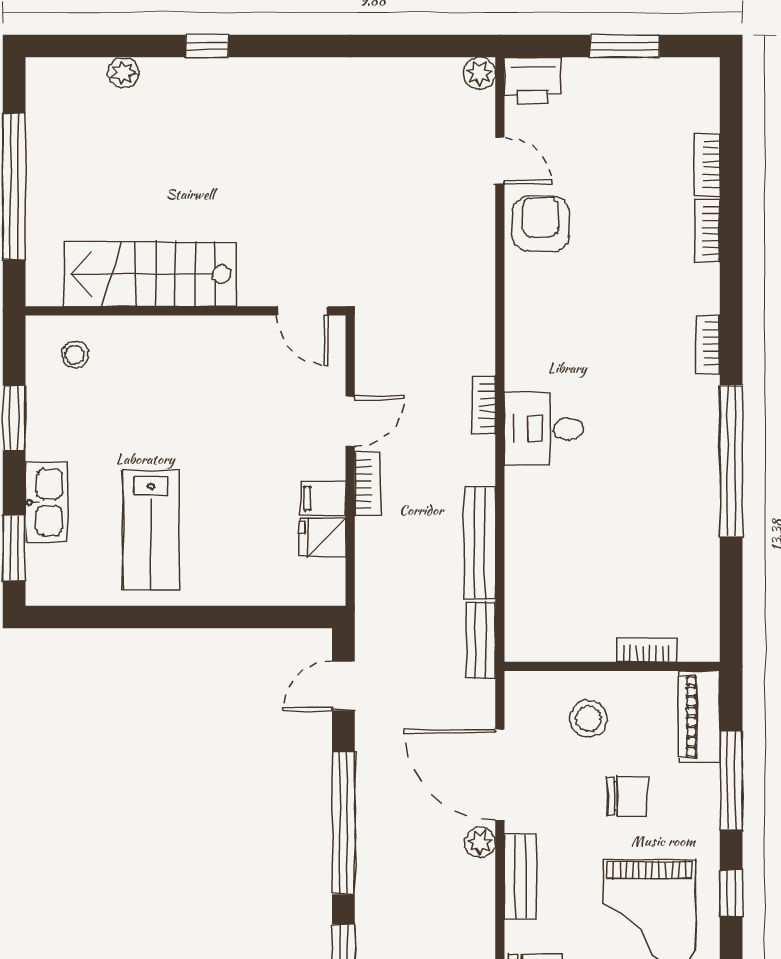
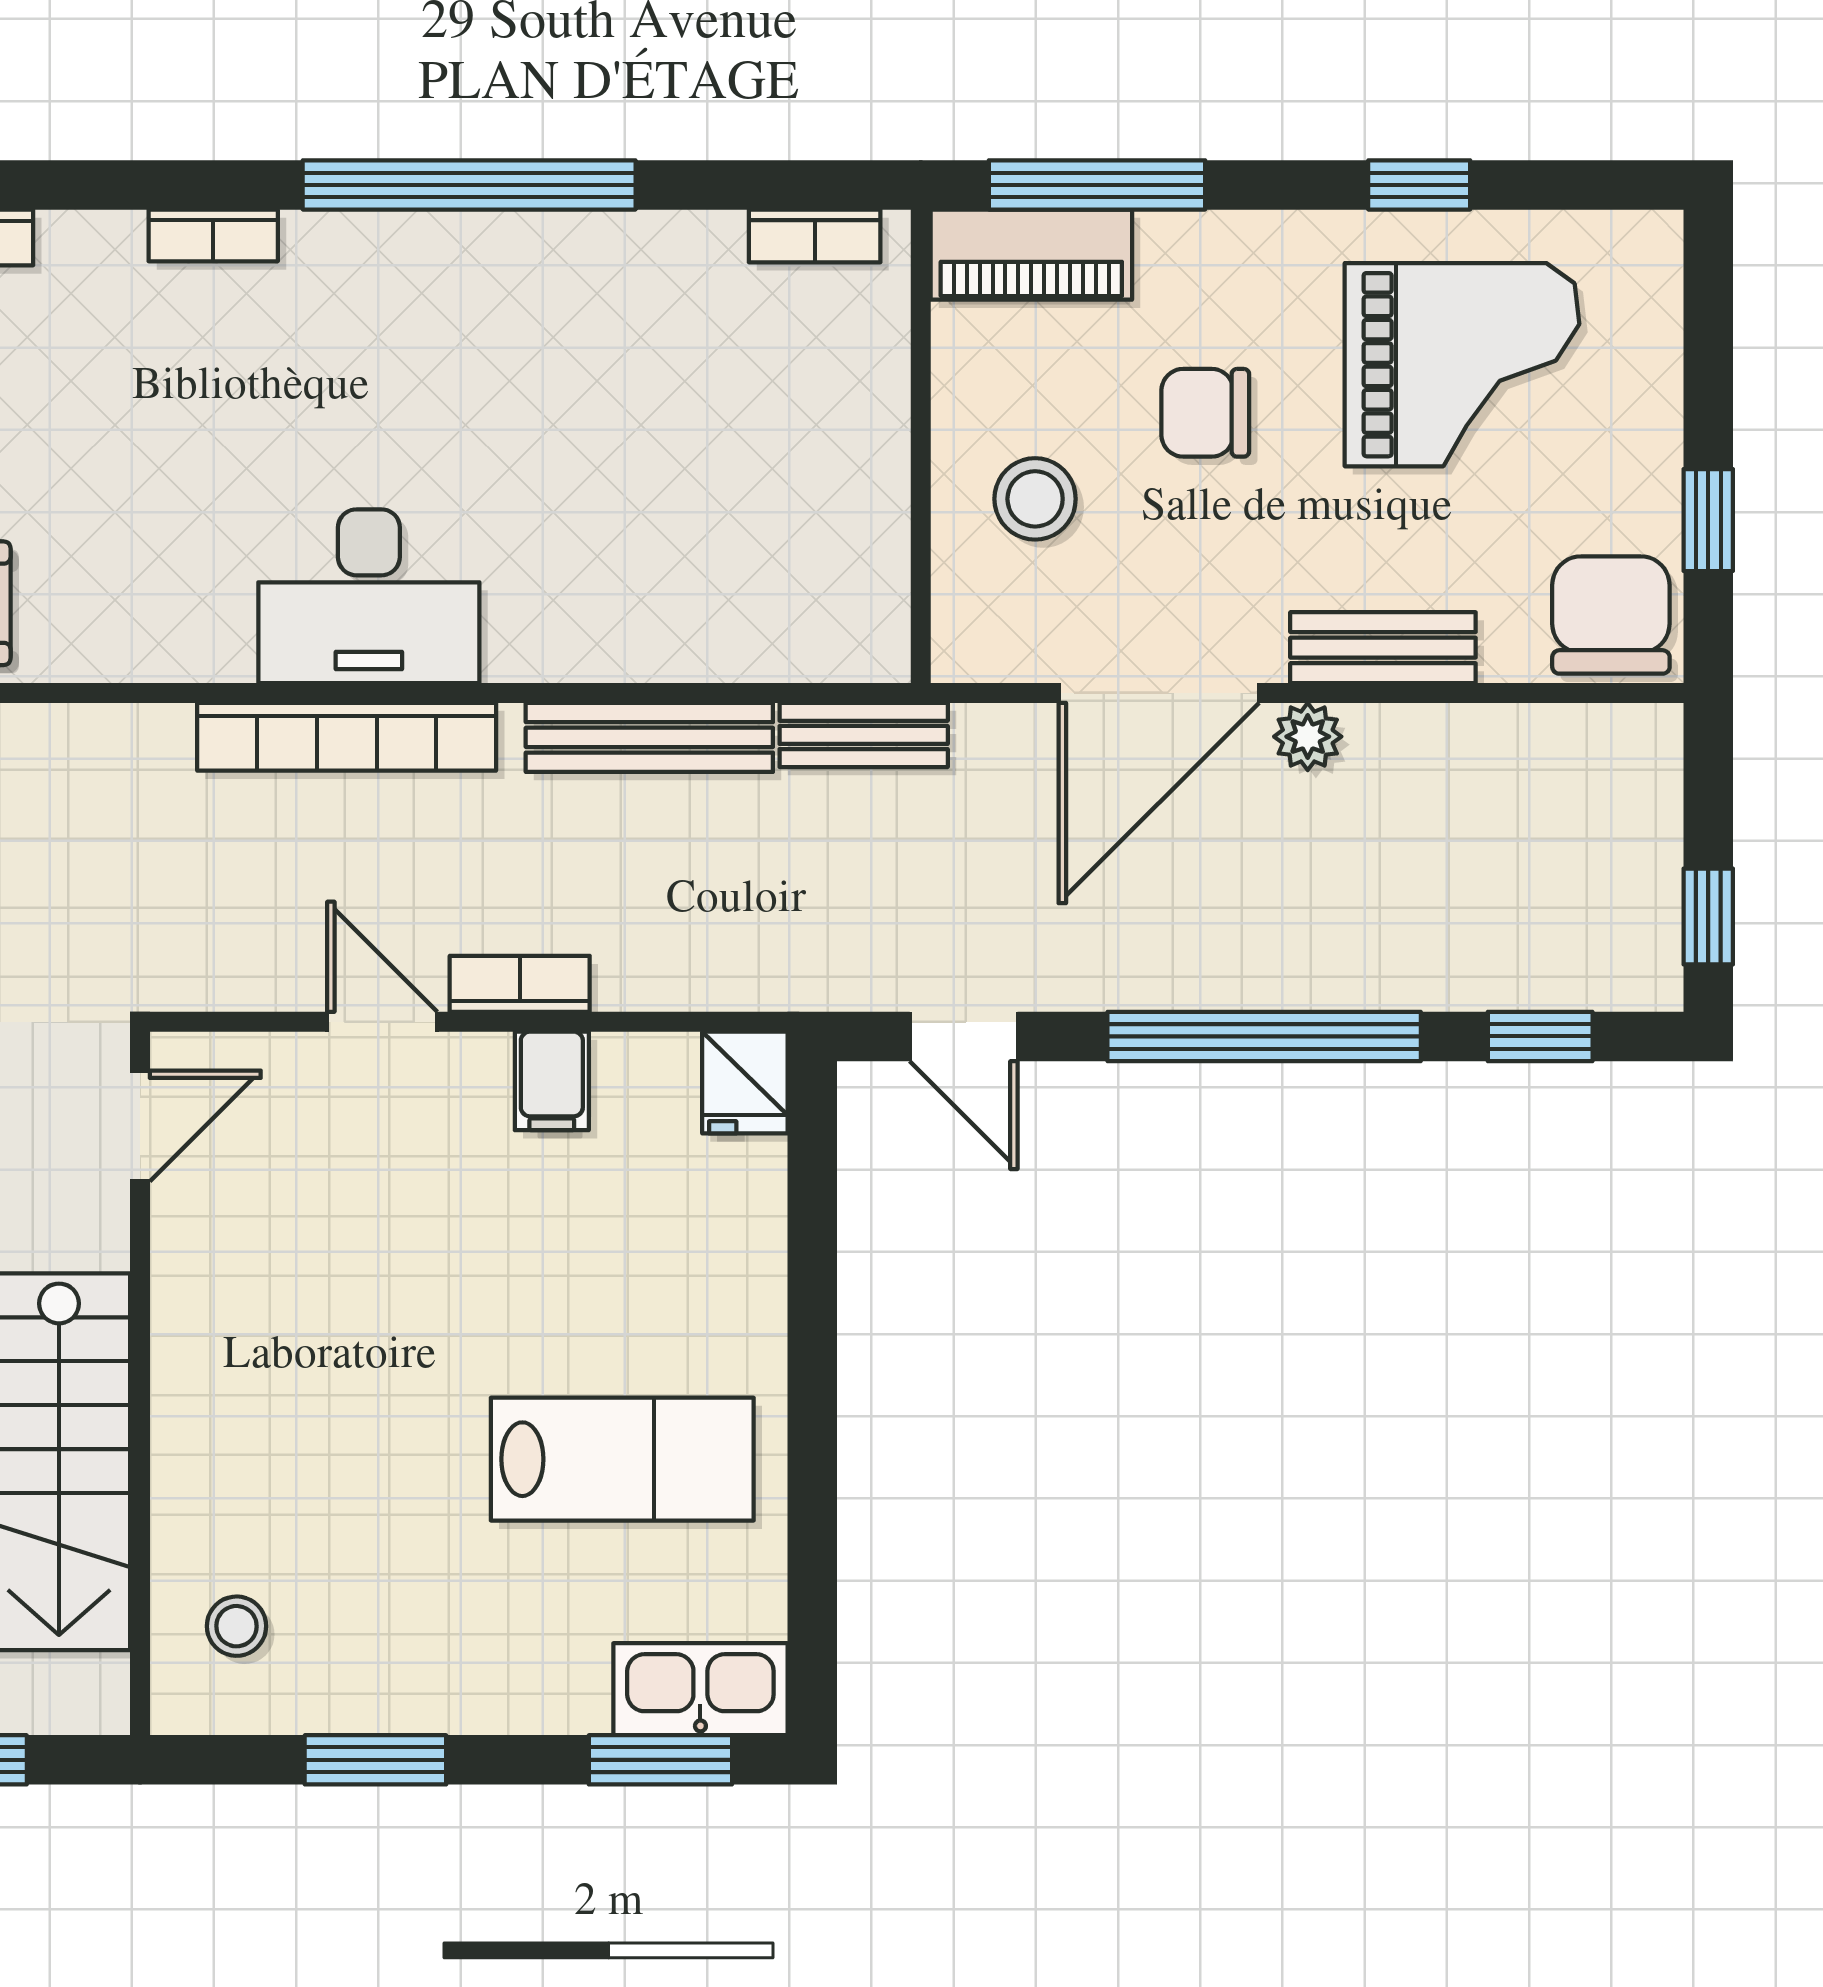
bookcase: (484, 405) -> (347, 737), width x2.31, depth x1.31
desk: (544, 429) -> (369, 596), width x1.37
kitchen sink: (46, 502) -> (700, 1689), moved
fridge: (322, 538) -> (745, 1083), moved
bookcase: (646, 650) -> (815, 236), moved, turned -90
window: (731, 780) -> (1097, 185), moved
chair: (627, 796) -> (1205, 413), turned -90

